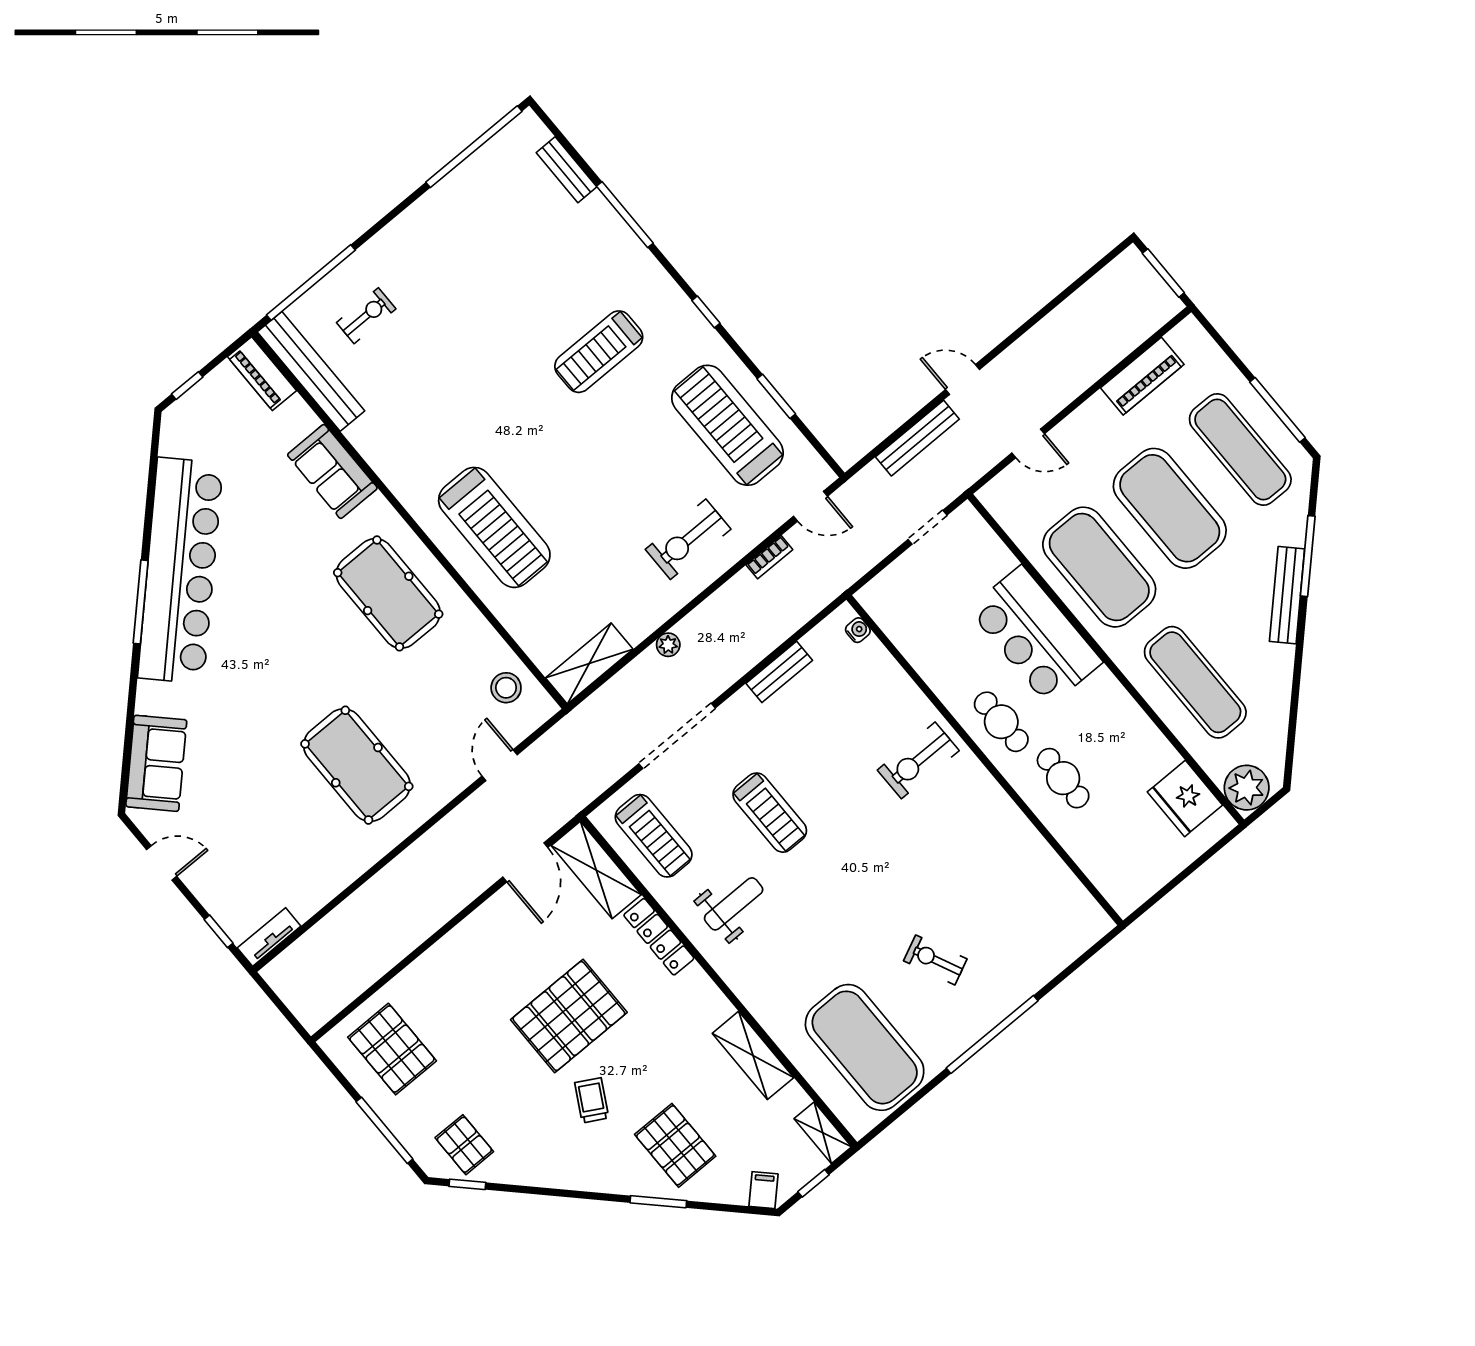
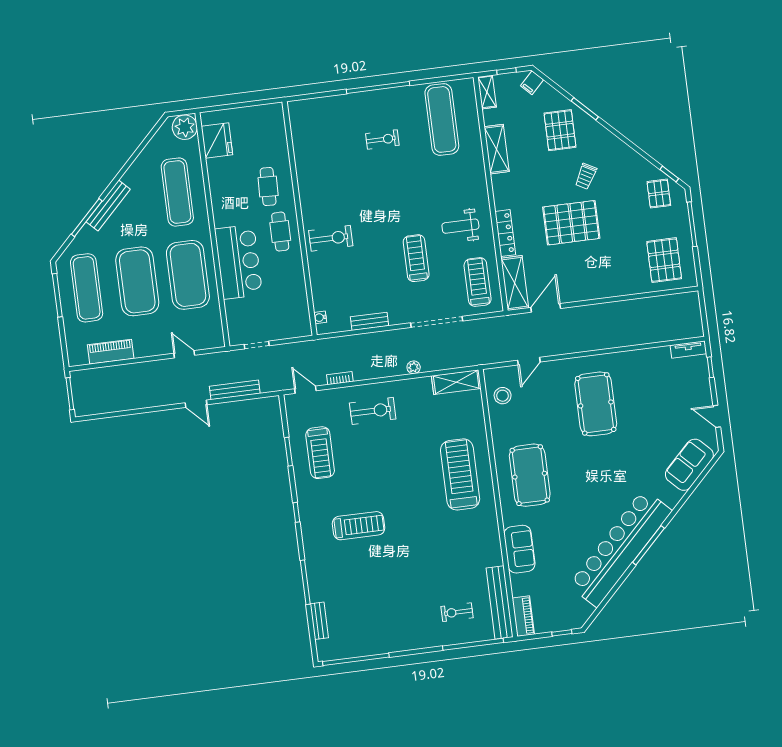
treadmill: (727, 425) -> (320, 453), width x0.73, depth x0.73
exercise bike: (935, 960) -> (382, 139), turned -65
exercise mat: (865, 1047) -> (442, 119), width x0.68

